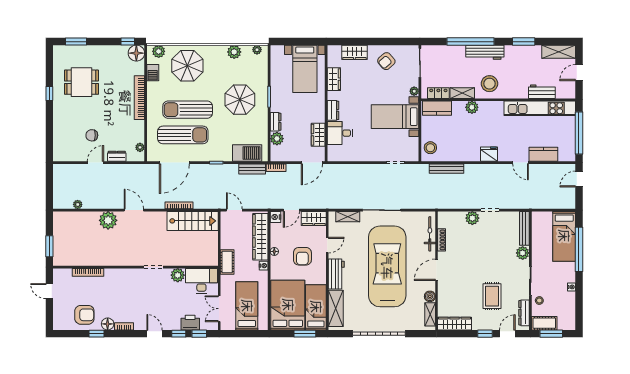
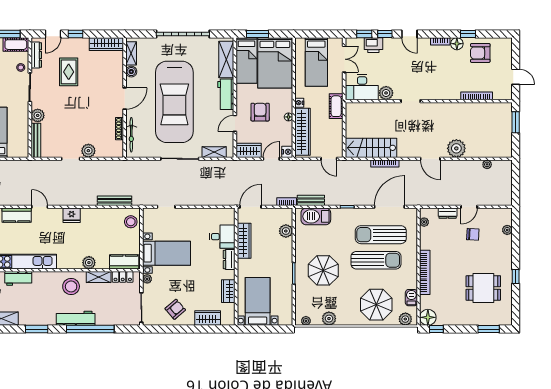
dresser: (276, 122) -> (287, 248), removed
wardrobe: (318, 135) -> (244, 241), width x1.50
plant: (58, 140) -> (507, 230), added

